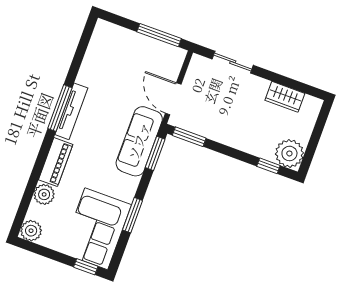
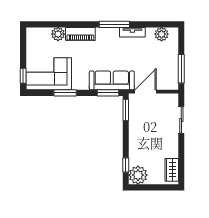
wardrobe: (285, 97) -> (172, 170), moved
tv unit: (71, 111) -> (132, 32), moved, width x0.71
plant: (31, 231) -> (162, 34), moved

